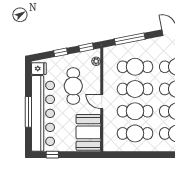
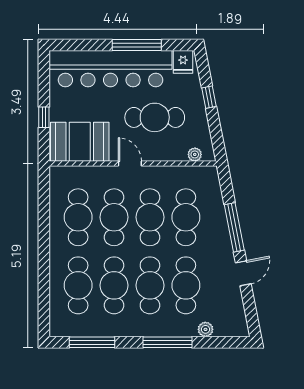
window: (130, 39) -> (234, 227), moved
window: (86, 47) -> (217, 138), removed
door: (102, 101) -> (130, 163), hinge flipped
window: (28, 112) -> (137, 45), moved
window: (52, 155) -> (44, 117), moved

